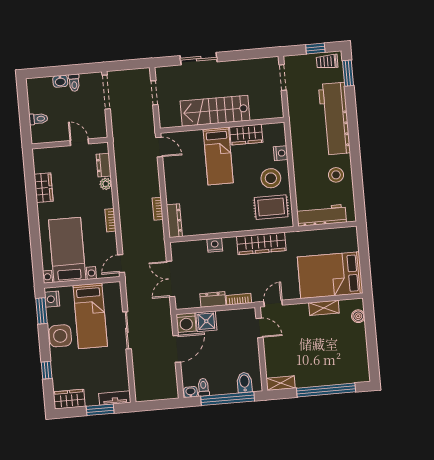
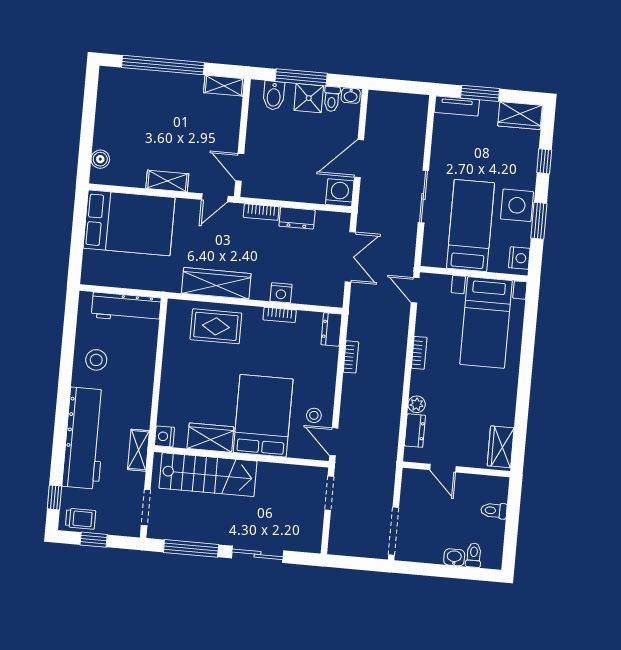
window: (246, 55) -> (191, 548), added
window: (348, 73) -> (54, 497), width x0.67
toilet: (74, 83) -> (474, 555), moved
doorway: (154, 93) -> (329, 493), moved
stairs: (215, 111) -> (208, 475), moved
shelving: (295, 117) -> (138, 450), added
nightstand: (281, 153) -> (164, 436), moved
bed: (218, 156) -> (263, 416), width x1.50
stool: (271, 178) -> (314, 415), moved, width x0.53, depth x0.53
wardrobe: (44, 188) -> (501, 447), moved
rug: (271, 207) -> (216, 326), moved
dresser: (174, 221) -> (331, 329), width x0.70
bookcase: (213, 229) -> (280, 315), added
door: (121, 264) -> (415, 290), swing flipped
shelving: (324, 308) -> (167, 181), moved
window: (41, 311) -> (539, 221), moved
shower: (206, 321) -> (309, 98), moved
window: (228, 399) -> (301, 77), width x0.68

